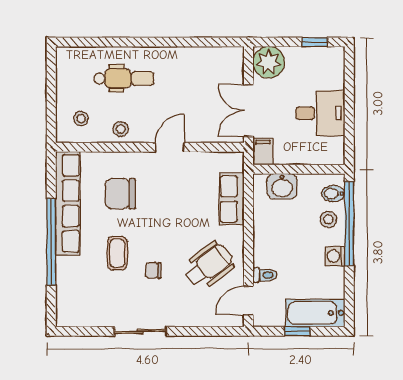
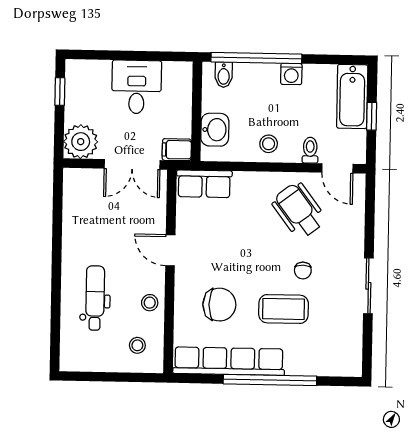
chair: (120, 194) -> (219, 305), turned -90
row of seats: (232, 199) -> (204, 184), moved
stool: (328, 219) -> (269, 144), moved
coffee table: (117, 253) -> (284, 309), width x1.36, depth x1.30

